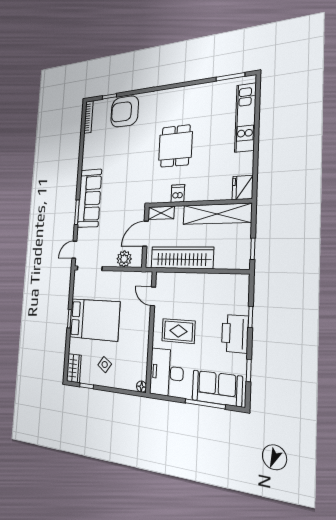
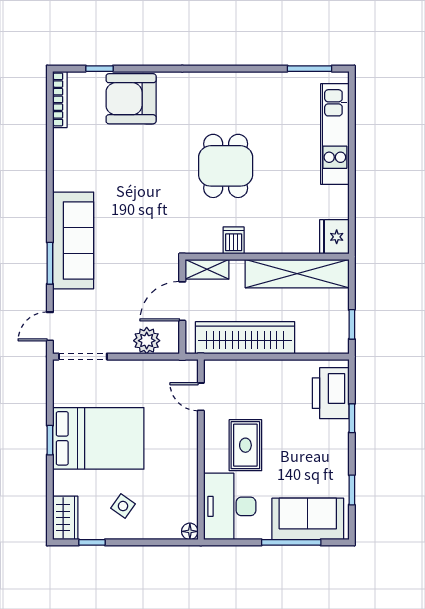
rug: (178, 331) -> (245, 445), turned 90
printer: (235, 334) -> (331, 393), moved

